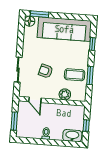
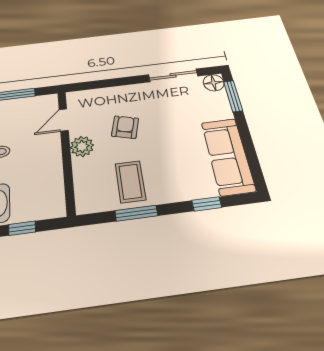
sofa: (64, 29) -> (228, 156), width x0.74, depth x0.79
sliding door: (18, 70) -> (173, 75), moved
plant: (65, 94) -> (82, 146), moved

